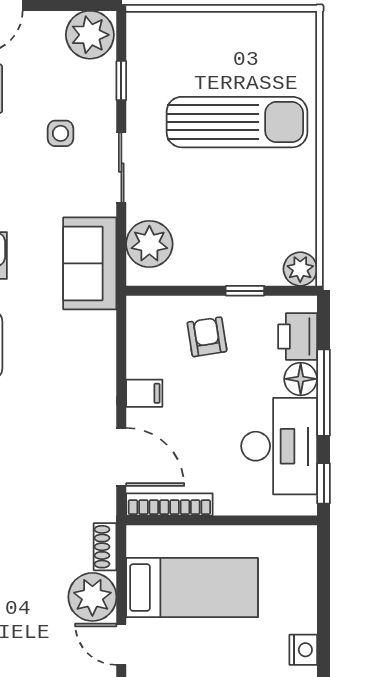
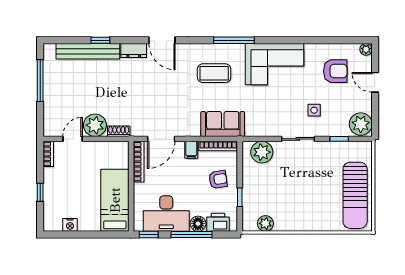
sun lounger: (237, 122) -> (355, 195), moved
sofa: (90, 263) -> (223, 124), moved
plant: (300, 269) -> (265, 223), moved
bookcase: (137, 337) -> (218, 146), added
bed: (192, 588) -> (115, 200), moved, turned 180

